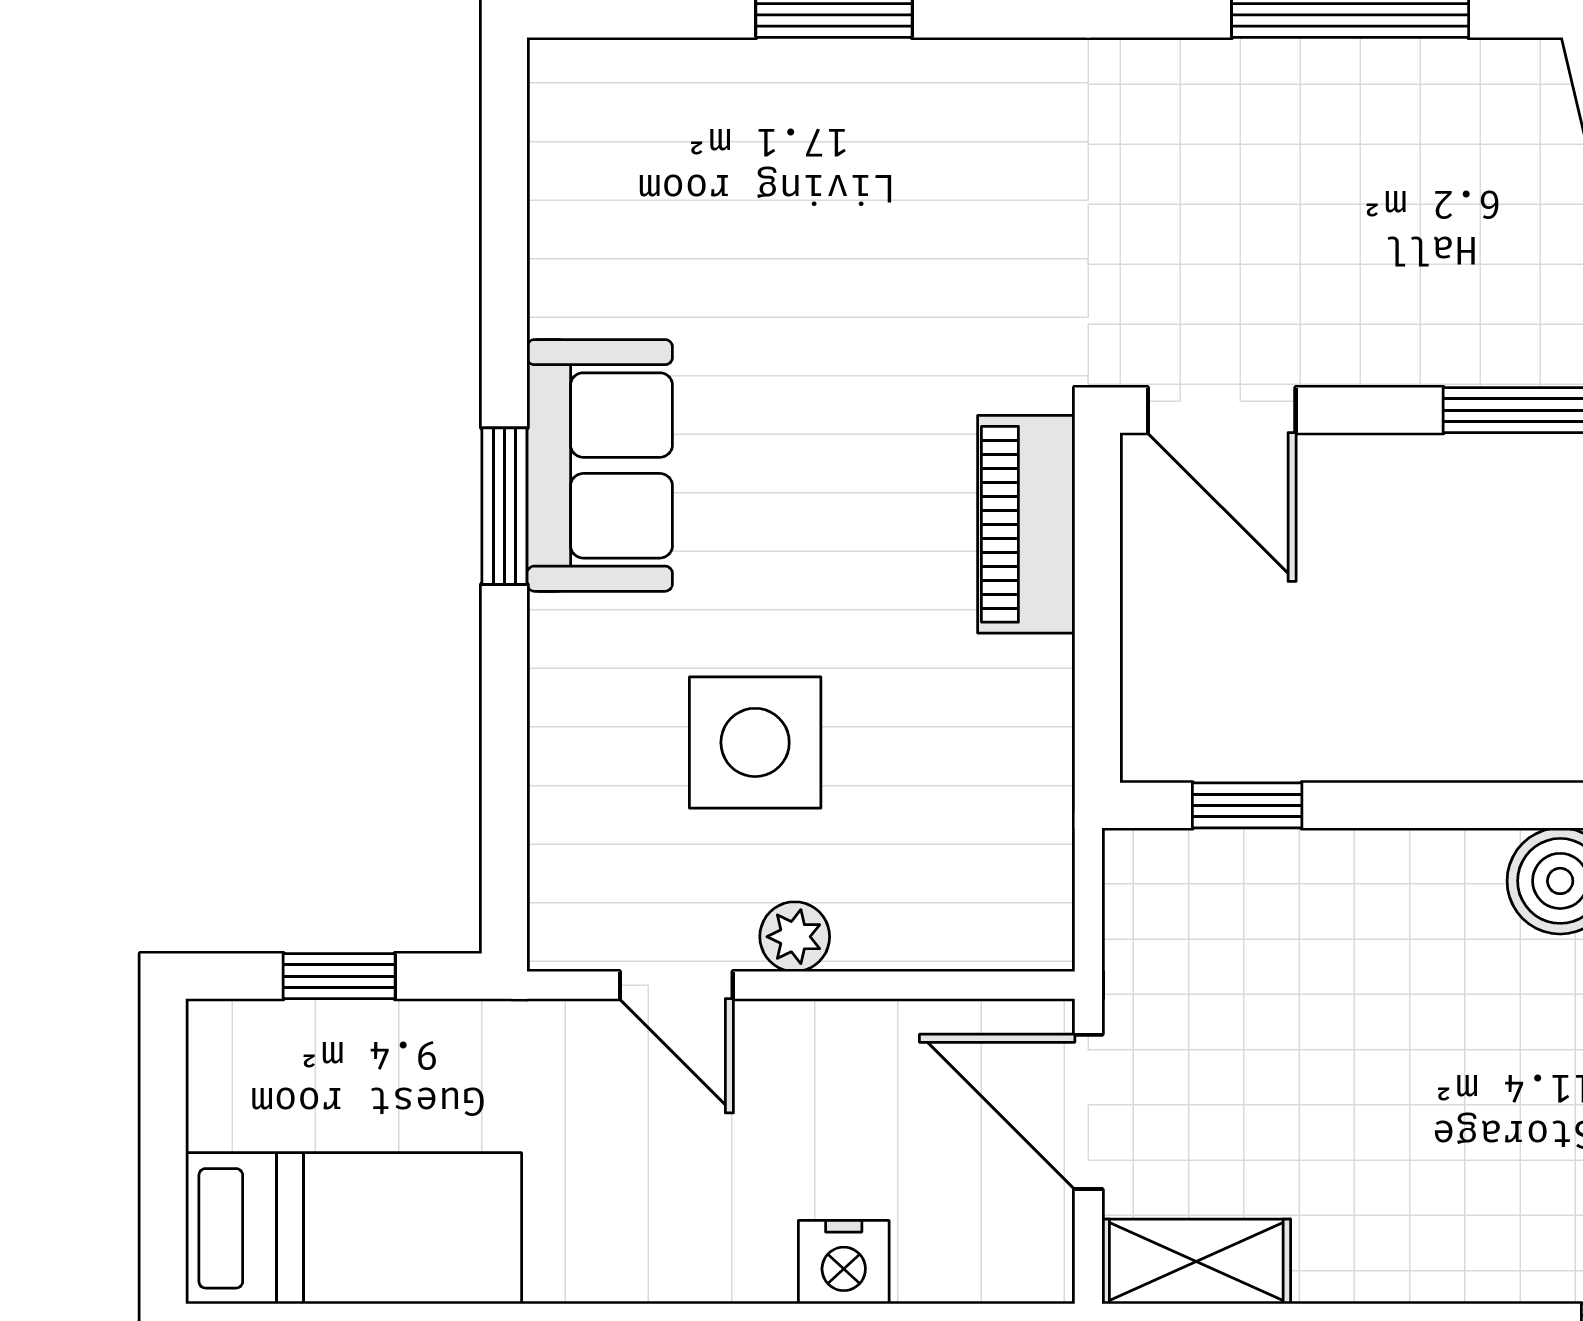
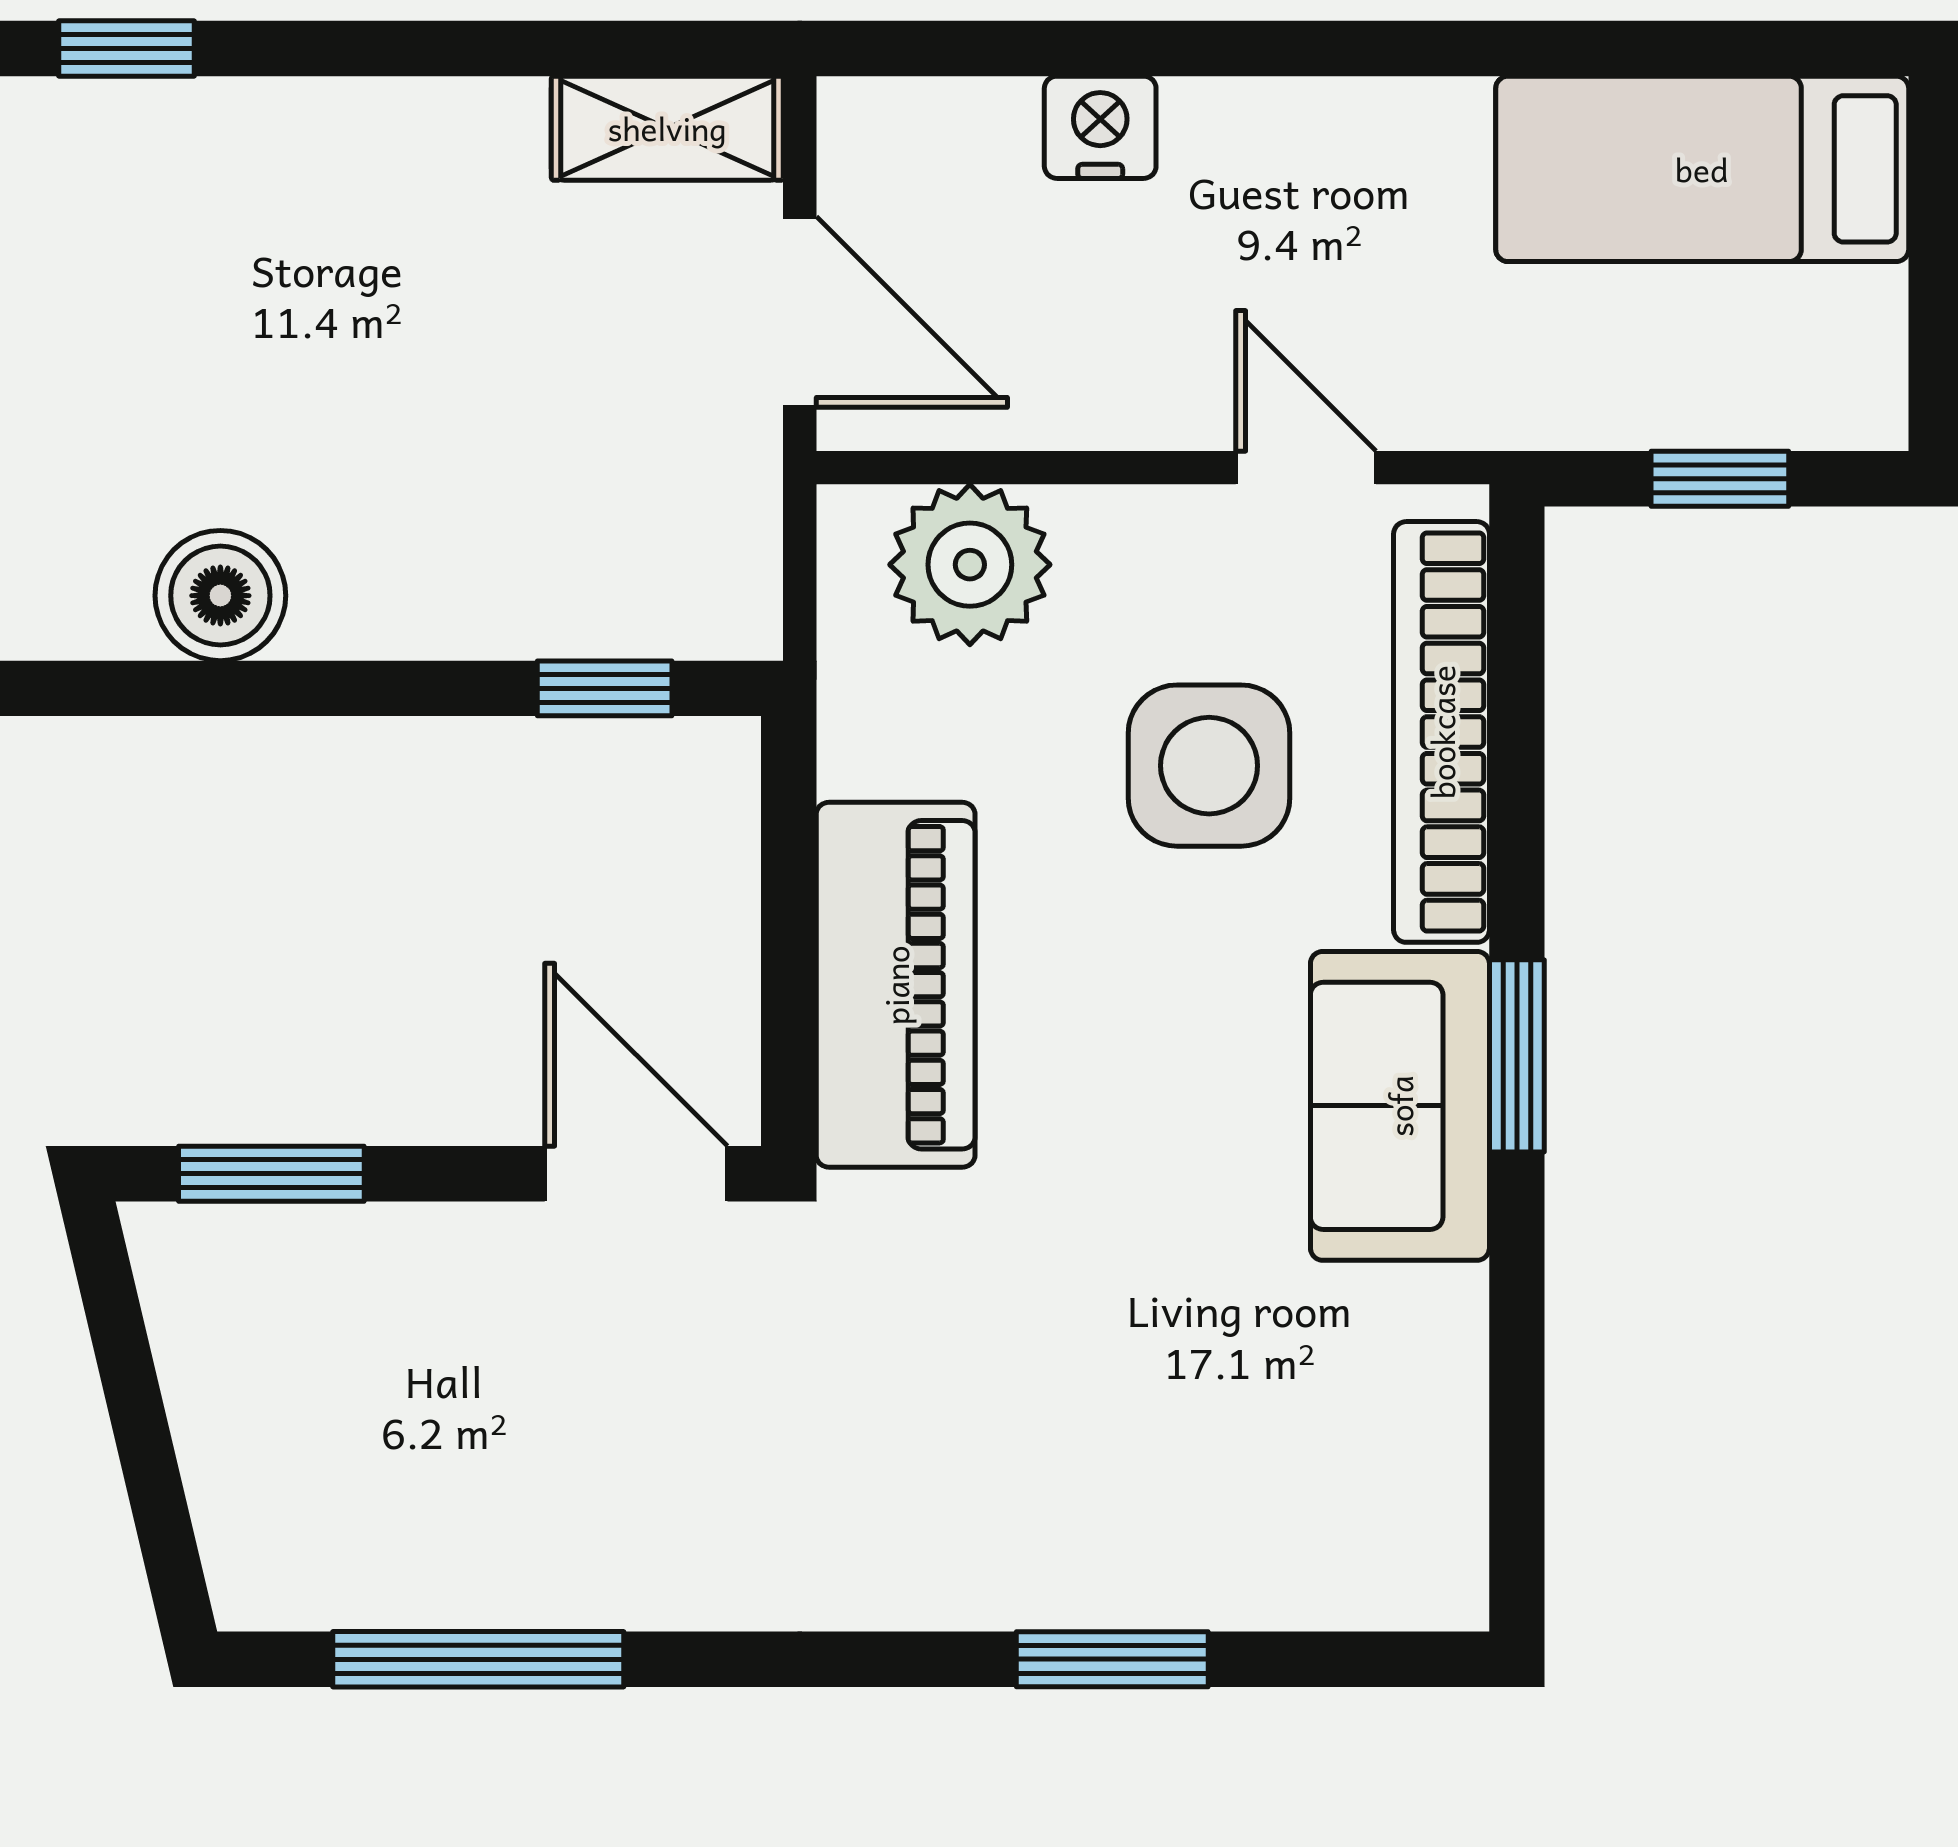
piano: (1026, 524) -> (896, 985), width x1.37, depth x1.33
bookcase: (566, 770) -> (1442, 732), added
plant: (795, 937) -> (970, 565), moved, width x1.88, depth x1.88

